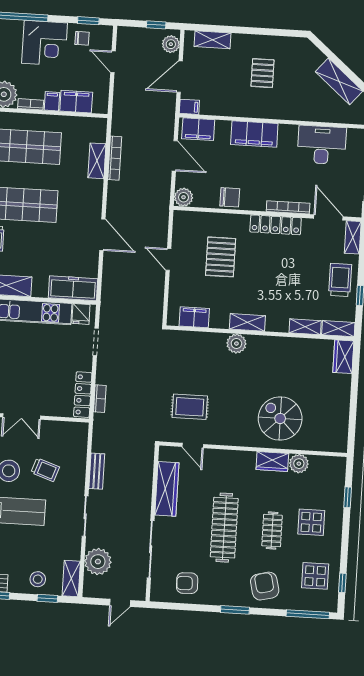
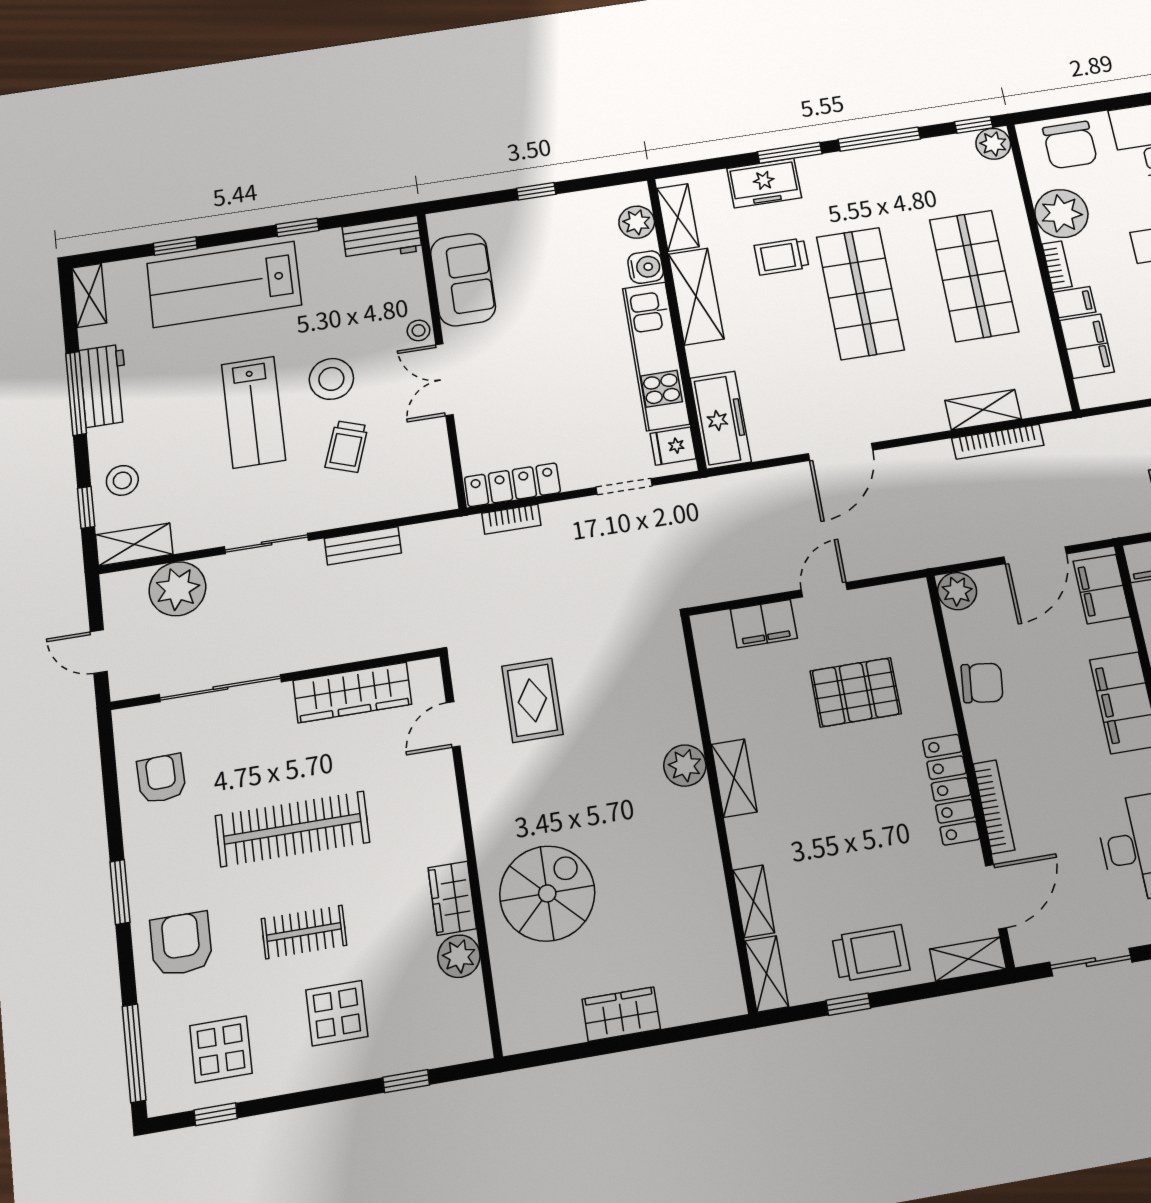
chair: (230, 197) -> (982, 683), turned -83
filing cabinet: (194, 317) -> (764, 624), moved, turned 90
wardrobe: (343, 357) -> (621, 1014), moved
armchair: (265, 586) -> (181, 944), turned -76

